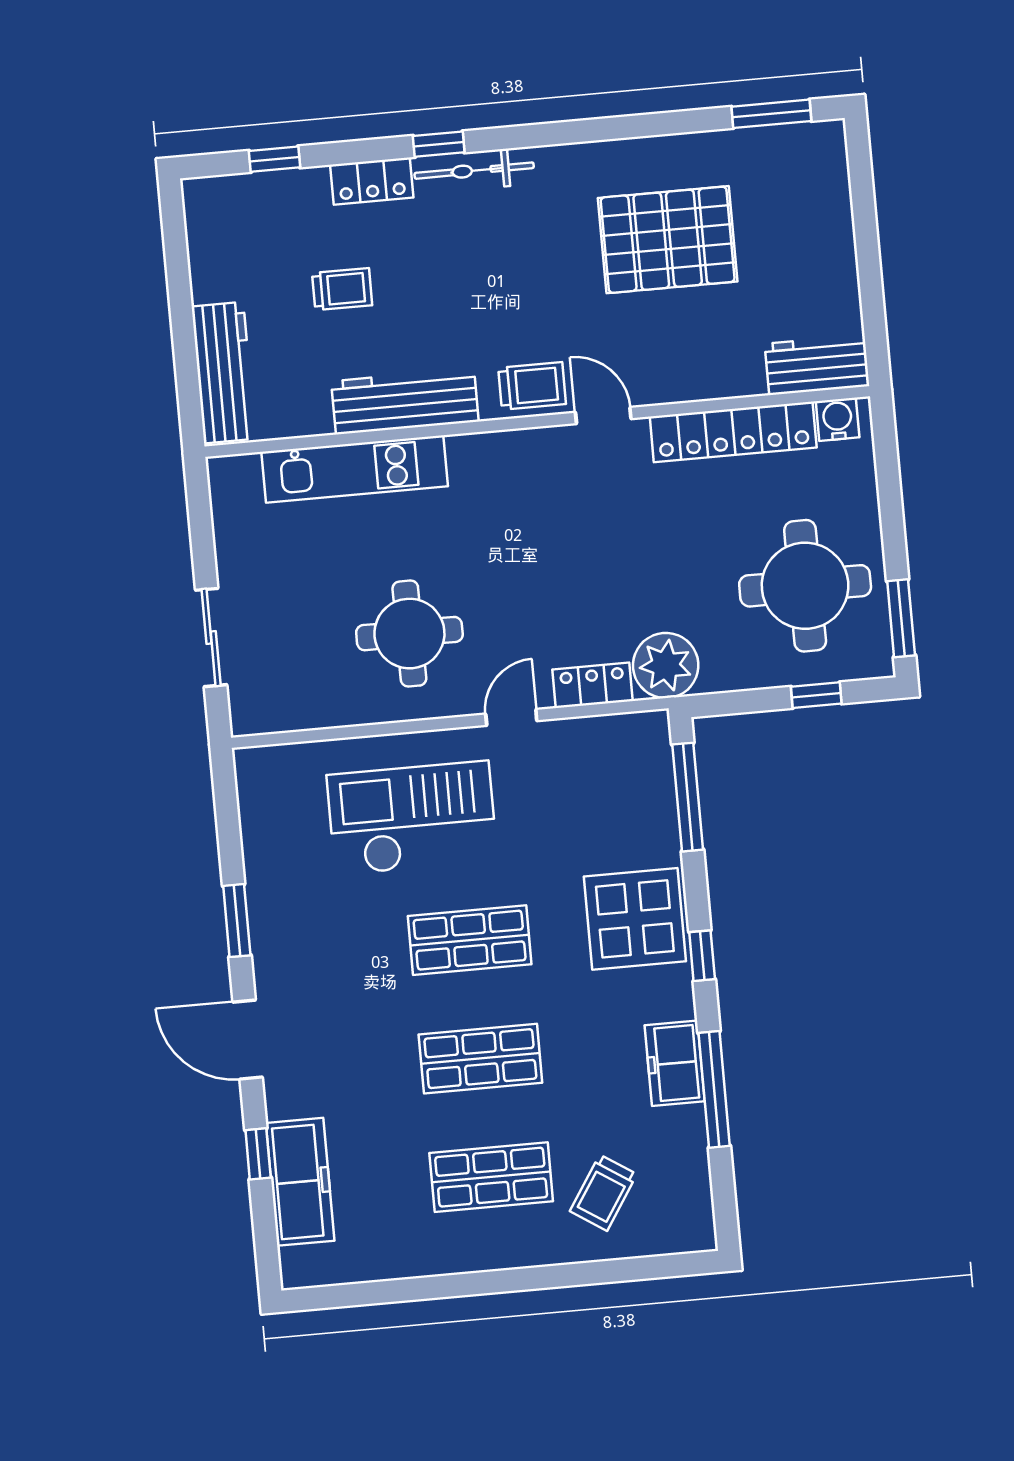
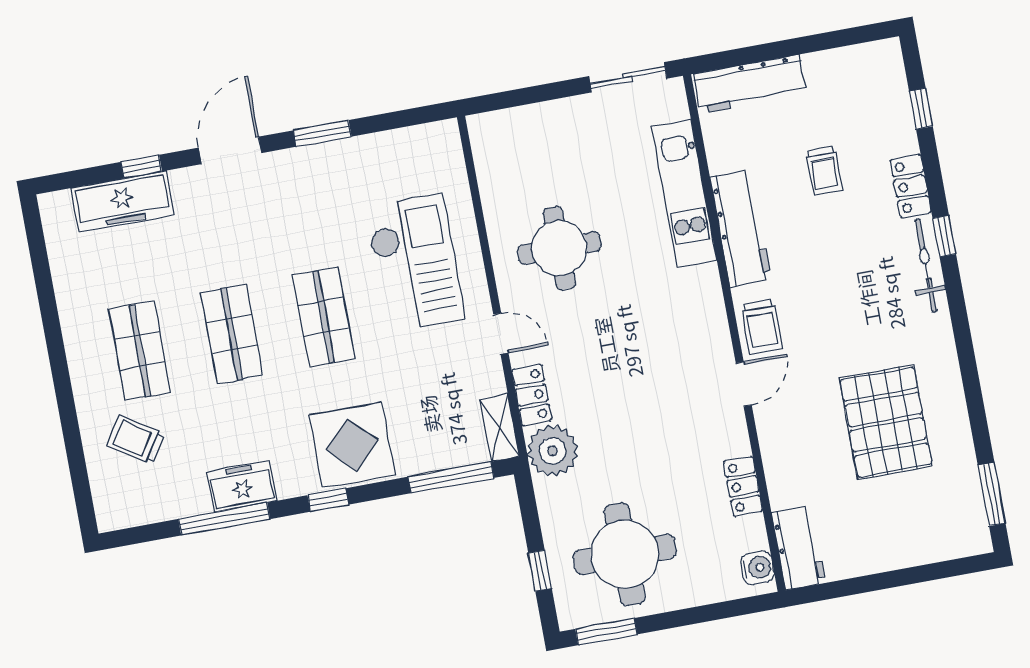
locker: (733, 432) -> (743, 486), width x0.46, depth x0.83
sliding door: (211, 637) -> (628, 77), moved
shelving: (630, 730) -> (500, 428), added

